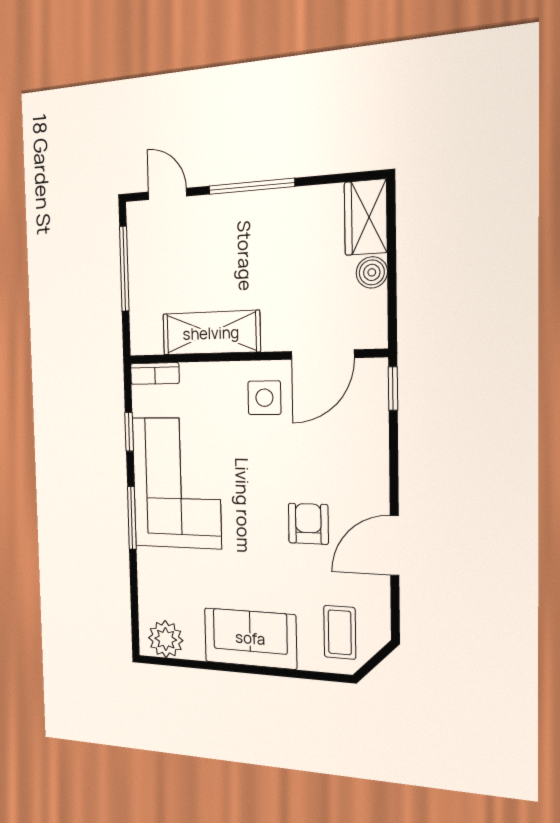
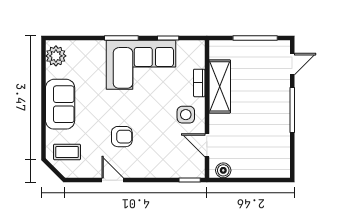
wardrobe: (366, 217) -> (272, 168), removed
boiler: (372, 272) -> (223, 170), moved
door: (322, 355) -> (207, 145), width x0.73
bookcase: (155, 374) -> (199, 83), moved
door: (395, 546) -> (113, 180), width x0.73

